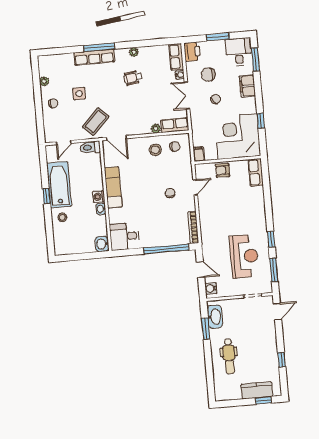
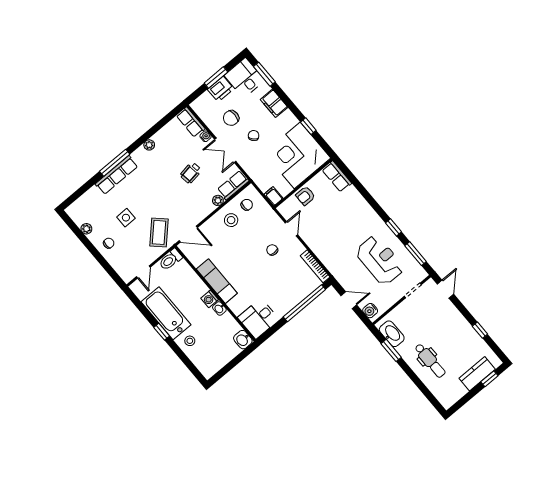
printer: (192, 52) -> (221, 89), moved, turned 90
wheelchair: (133, 78) -> (191, 173), moved

